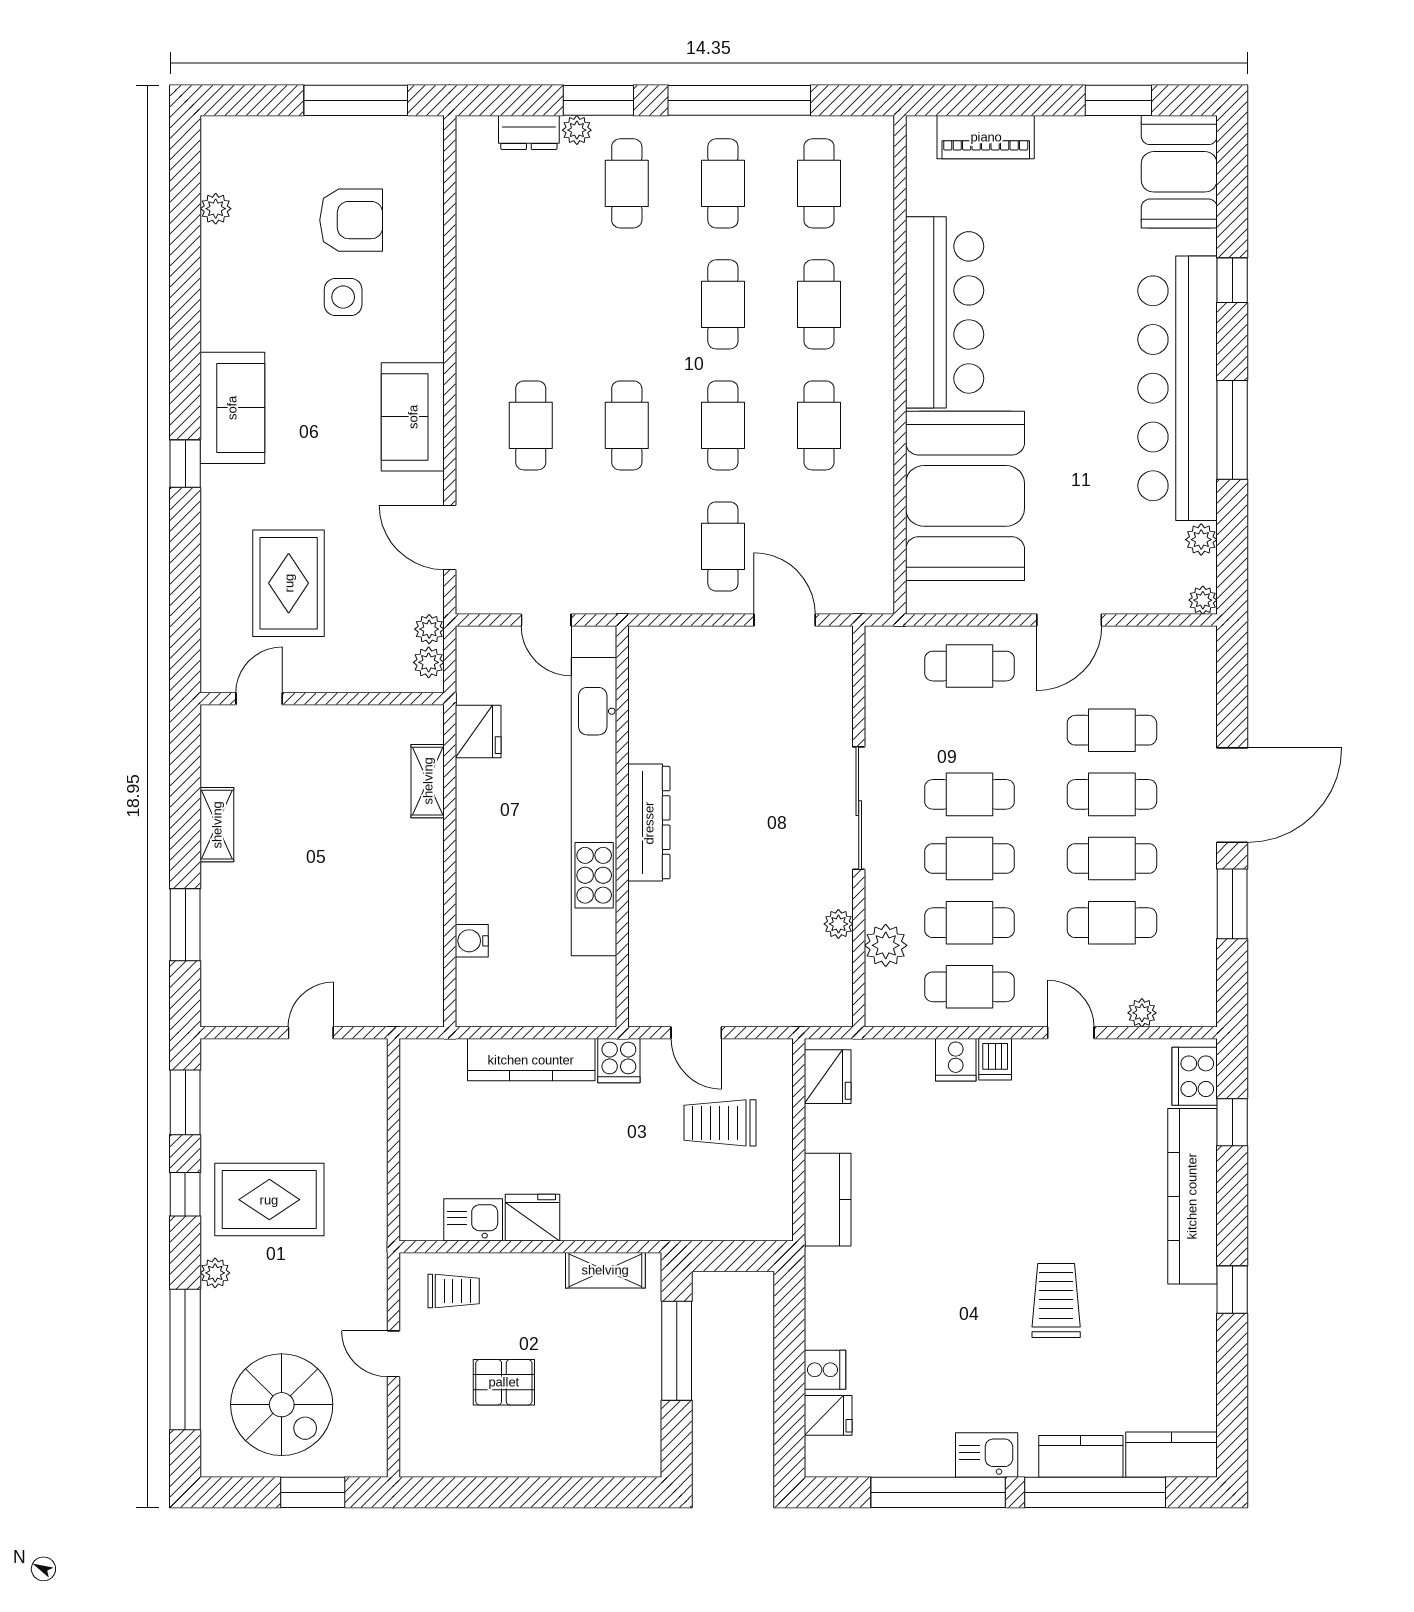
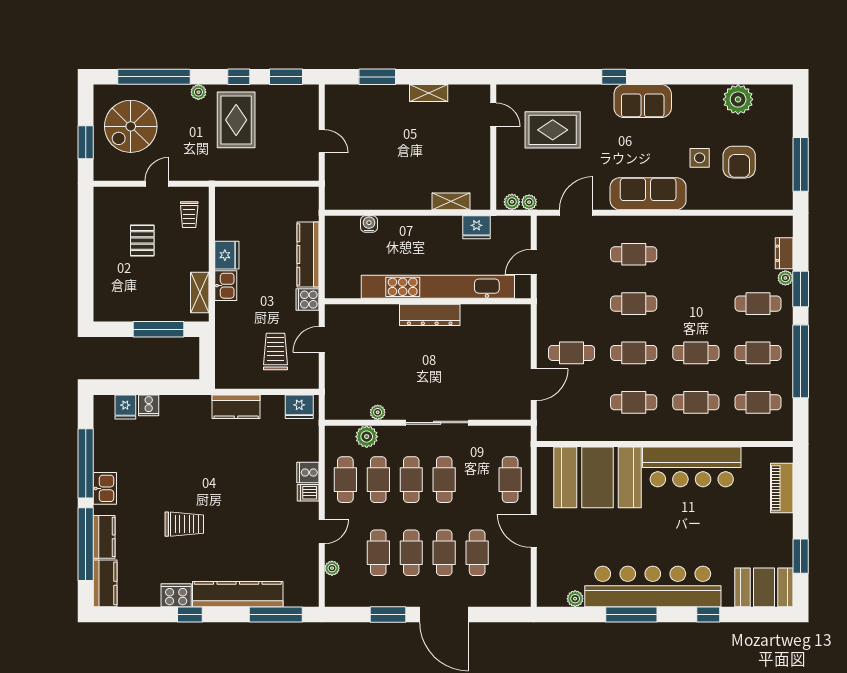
plant: (216, 209) -> (738, 99), width x1.87, depth x1.87
sofa: (413, 417) -> (648, 194), width x1.36
plant: (1203, 600) -> (544, 599), removed
cooker: (1195, 1076) -> (176, 595), moved
window: (1232, 1122) -> (276, 614), width x2.17
kitchen sink: (473, 1220) -> (226, 286), moved

